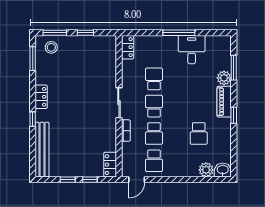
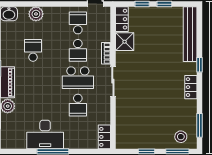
desk: (192, 50) -> (45, 134), width x1.37
school desk: (154, 106) -> (78, 78), width x1.85
school desk: (154, 133) -> (78, 50), turned 180
shower: (107, 142) -> (125, 42), added
plant: (206, 170) -> (36, 14), moved

